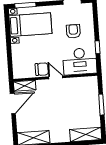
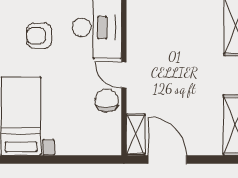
door: (56, 77) -> (124, 75), hinge flipped

